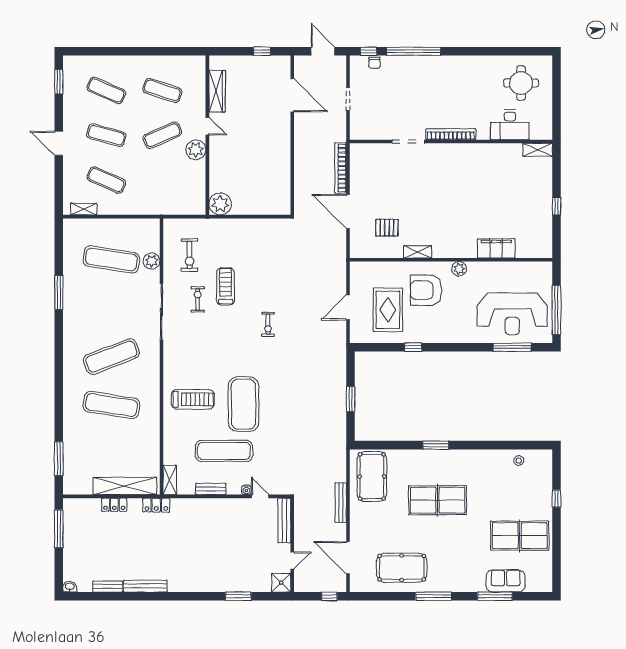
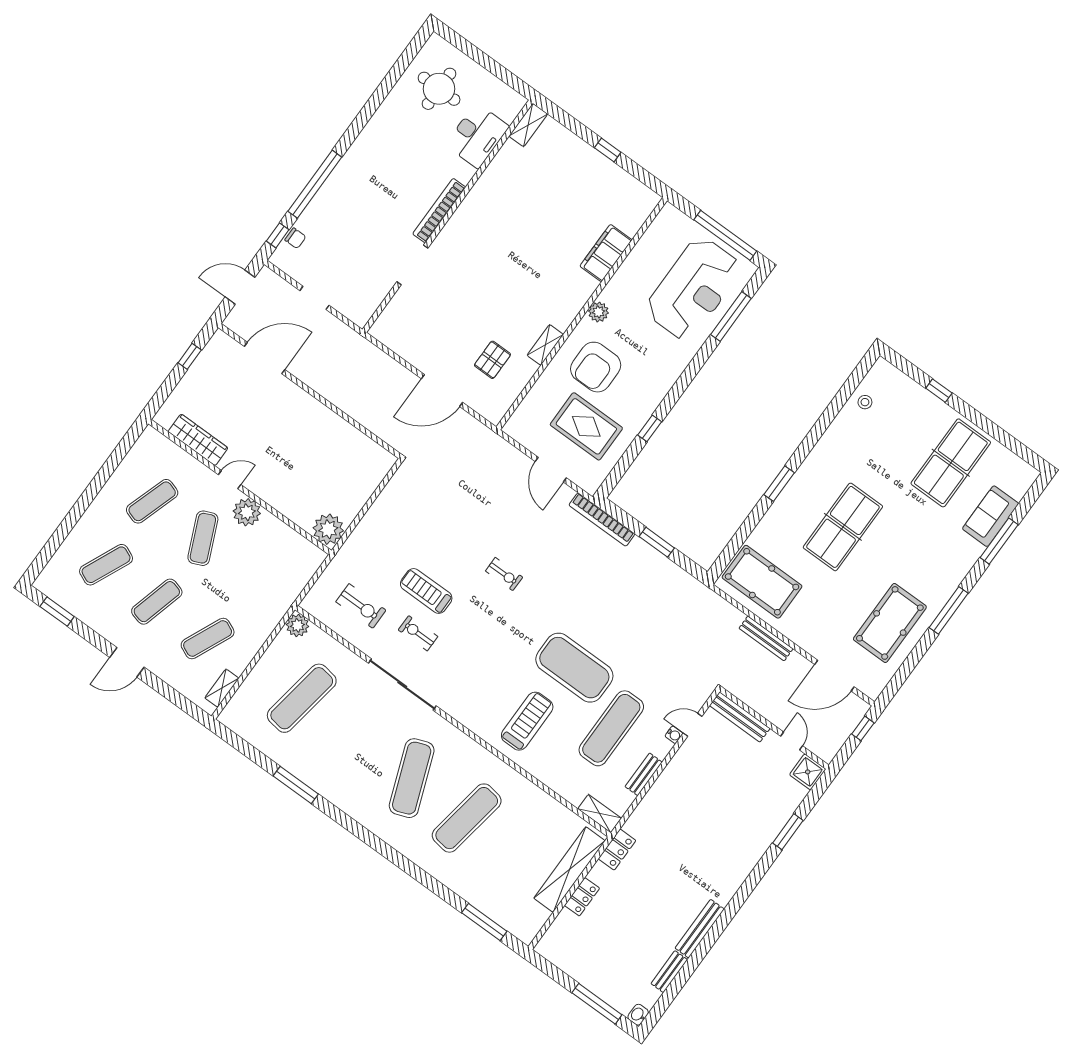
bookcase: (341, 168) -> (602, 520), moved
plant: (152, 261) -> (297, 625), moved
window: (59, 529) -> (597, 1004), moved

